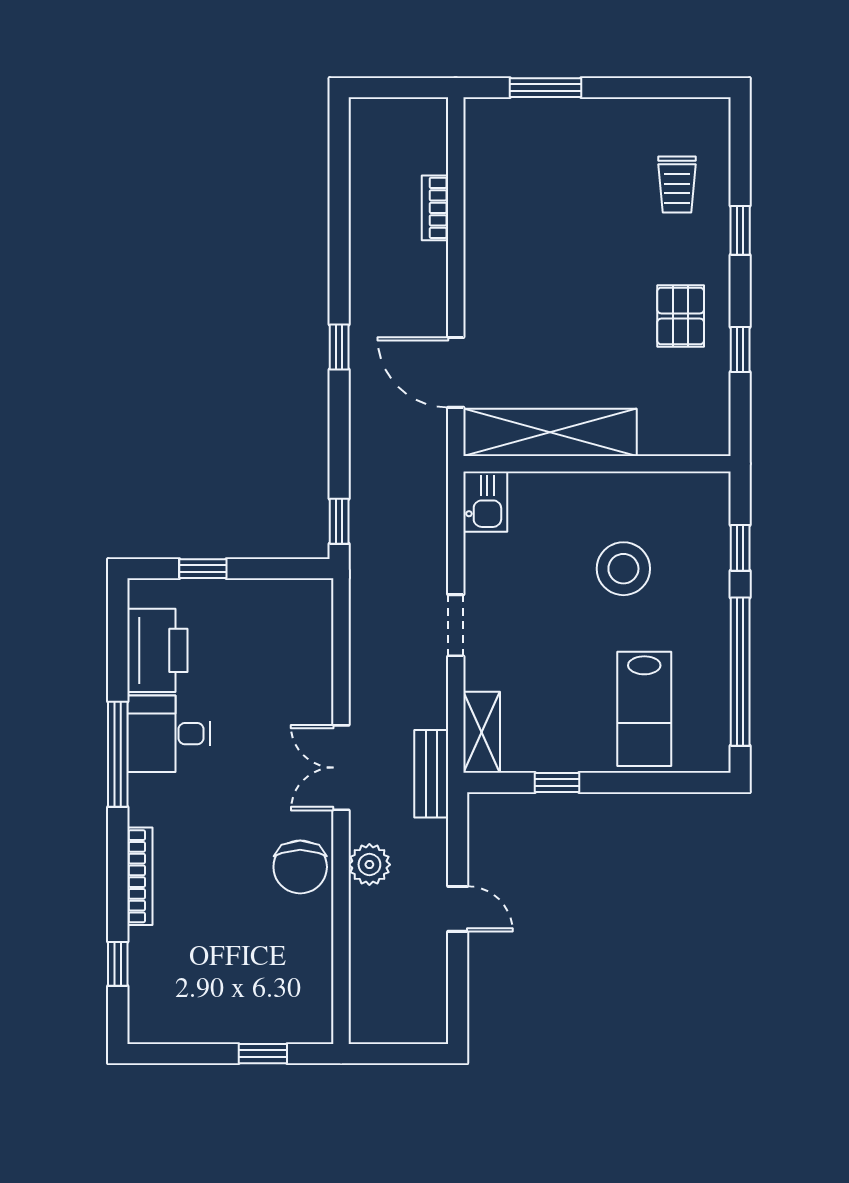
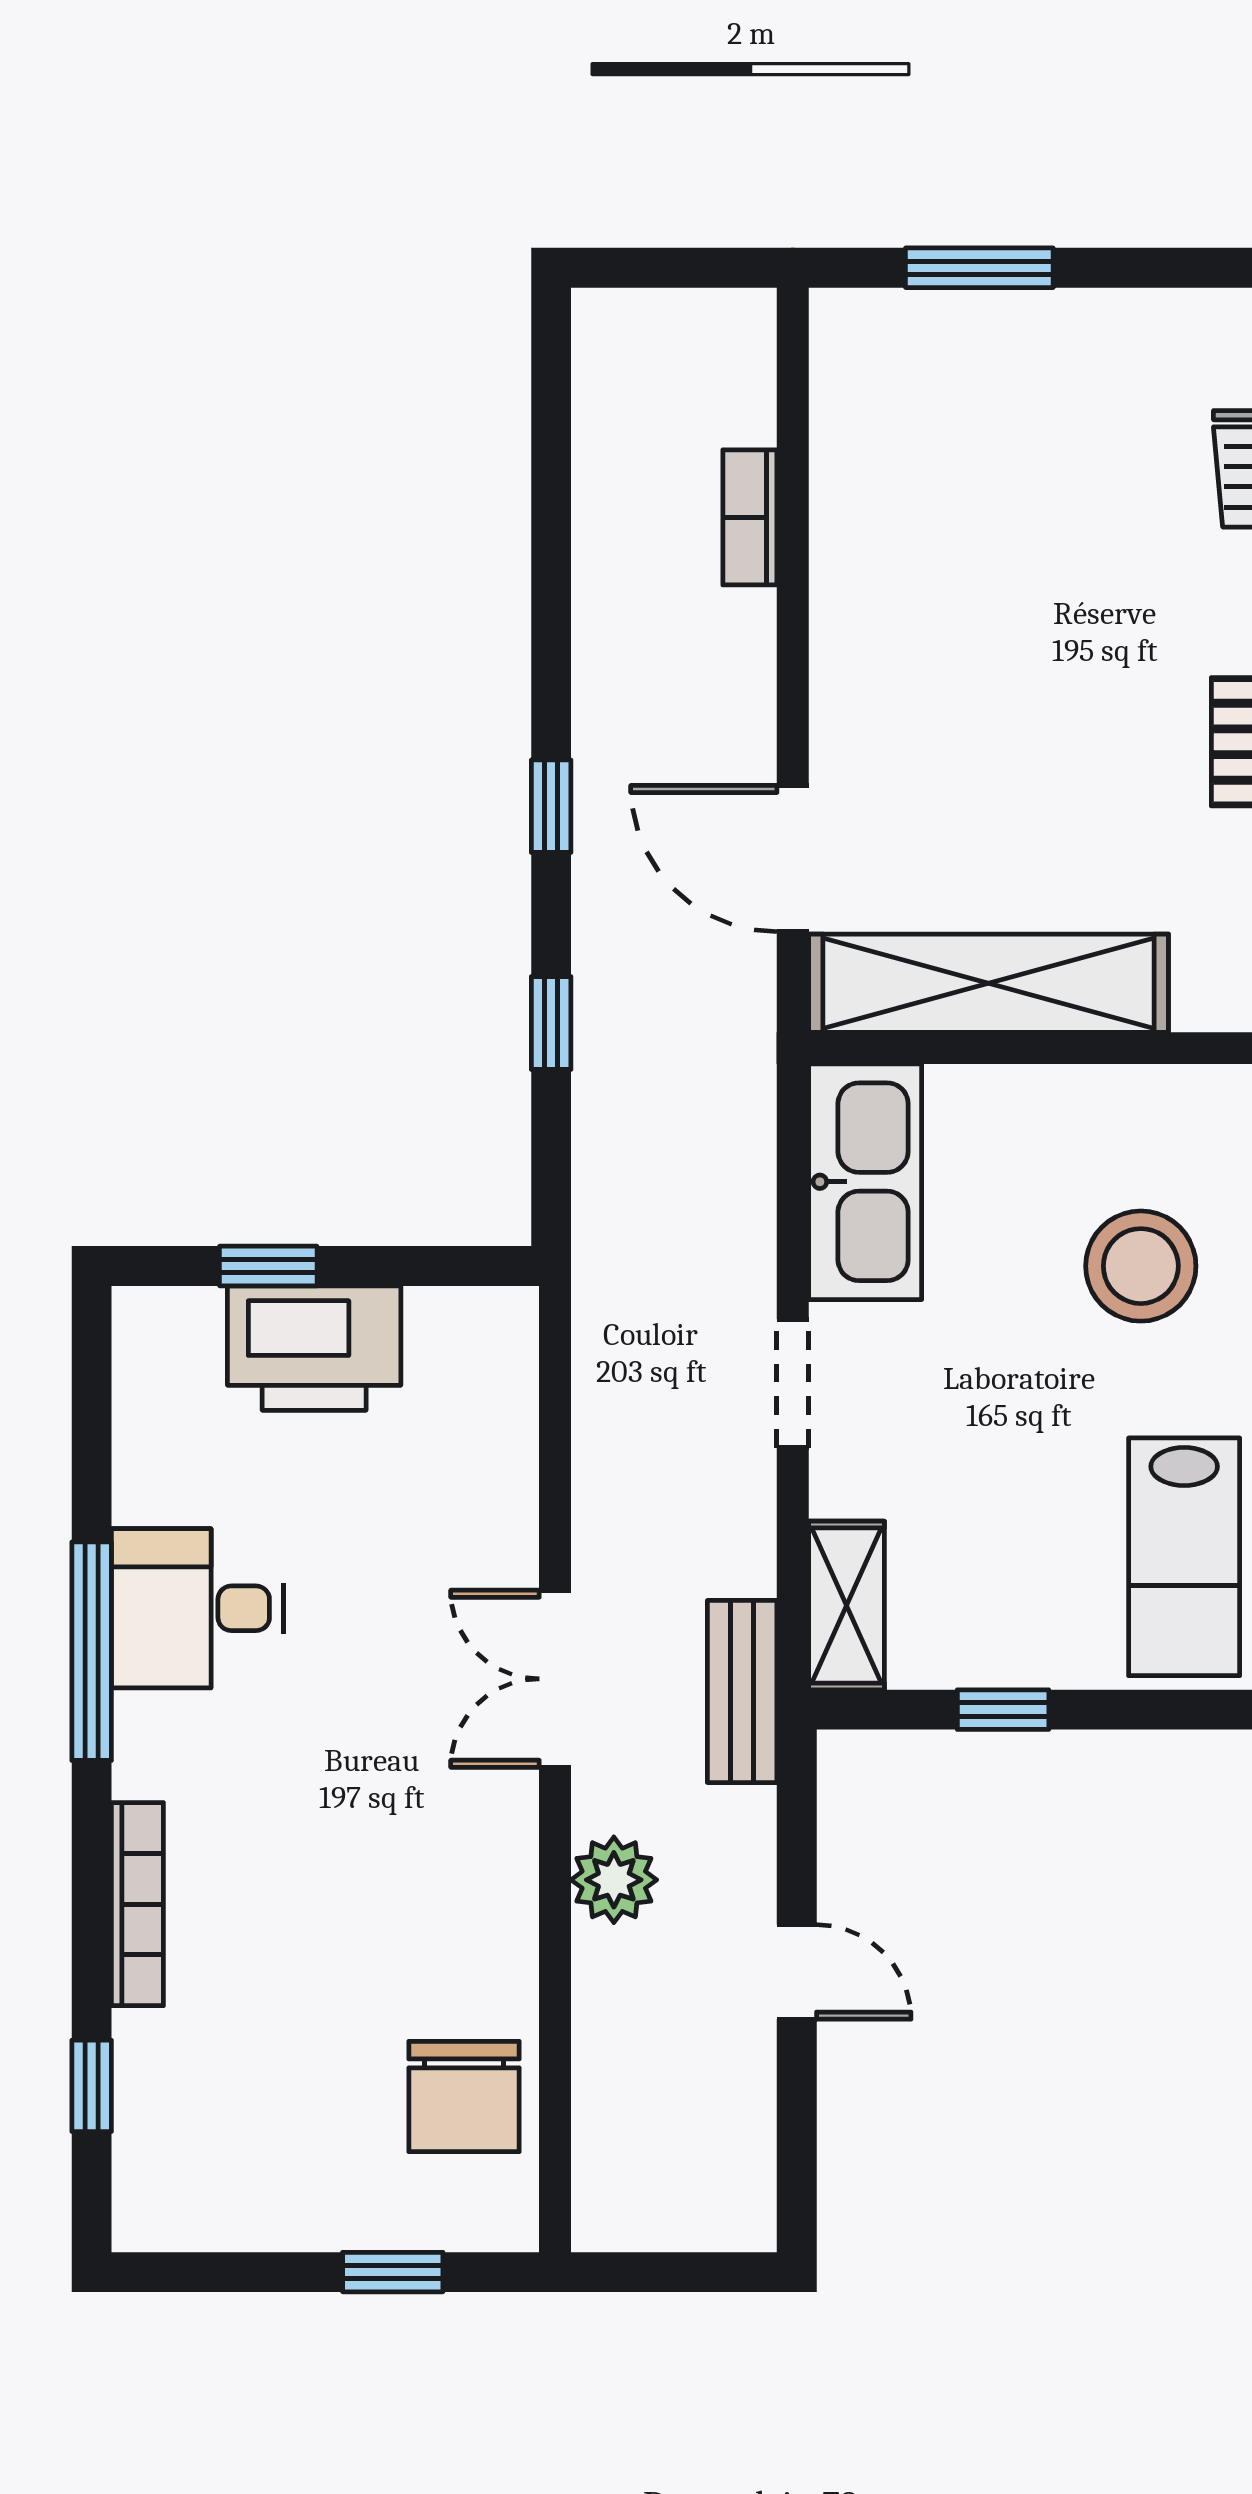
kitchen sink: (485, 502) -> (865, 1182), width x1.88, depth x1.24
window: (339, 521) -> (551, 1023), moved
printer: (157, 650) -> (314, 1348), moved, turned 90
chair: (300, 867) -> (464, 2097), moved

